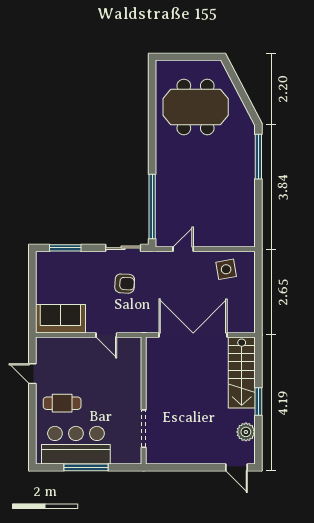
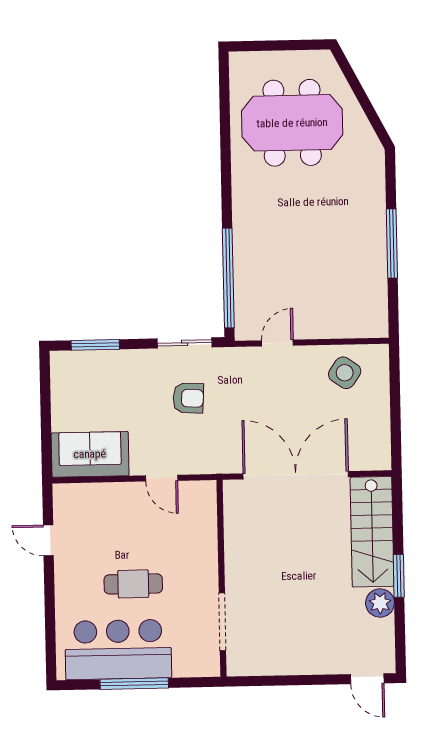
window: (258, 157) -> (392, 243), moved
side table: (226, 269) -> (345, 373), turned 45
cafe table: (62, 403) -> (133, 584), moved
plant: (246, 432) -> (380, 603), moved

